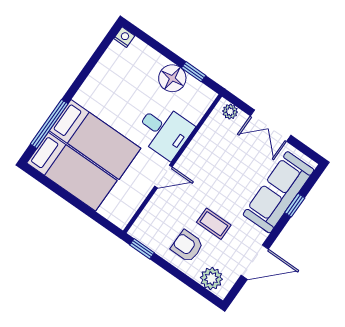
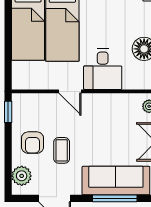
window: (295, 205) -> (115, 198), width x2.17
armchair: (187, 246) -> (33, 143), turned 180

